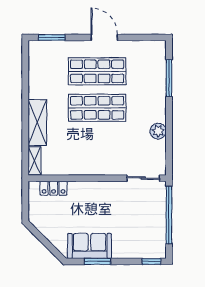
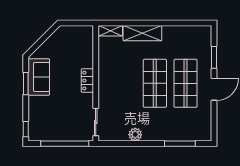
window: (52, 37) -> (214, 57), moved
locker: (54, 188) -> (87, 81), moved

